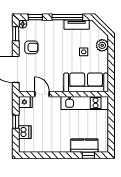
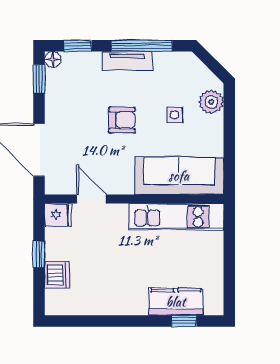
tv unit: (77, 25) -> (127, 61), moved
armchair: (31, 47) -> (122, 120), moved

